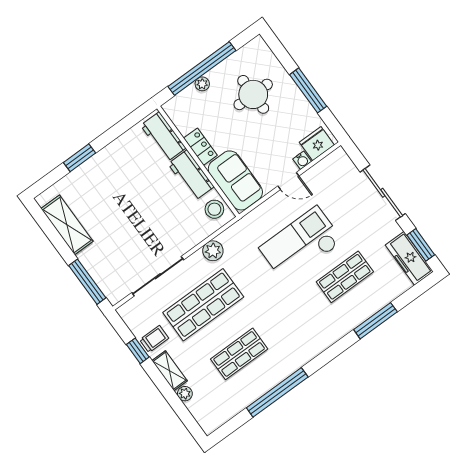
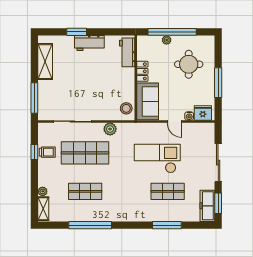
workbench: (191, 175) -> (89, 43), moved, turned -90
shelving: (170, 371) -> (43, 209), moved

